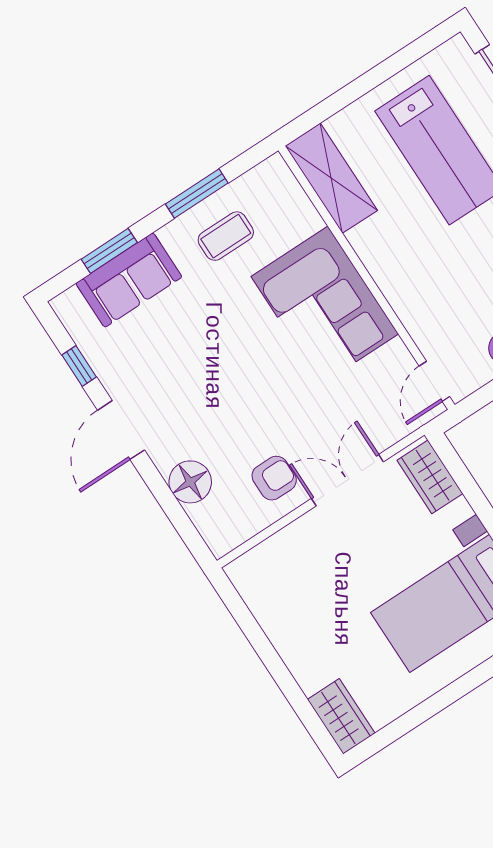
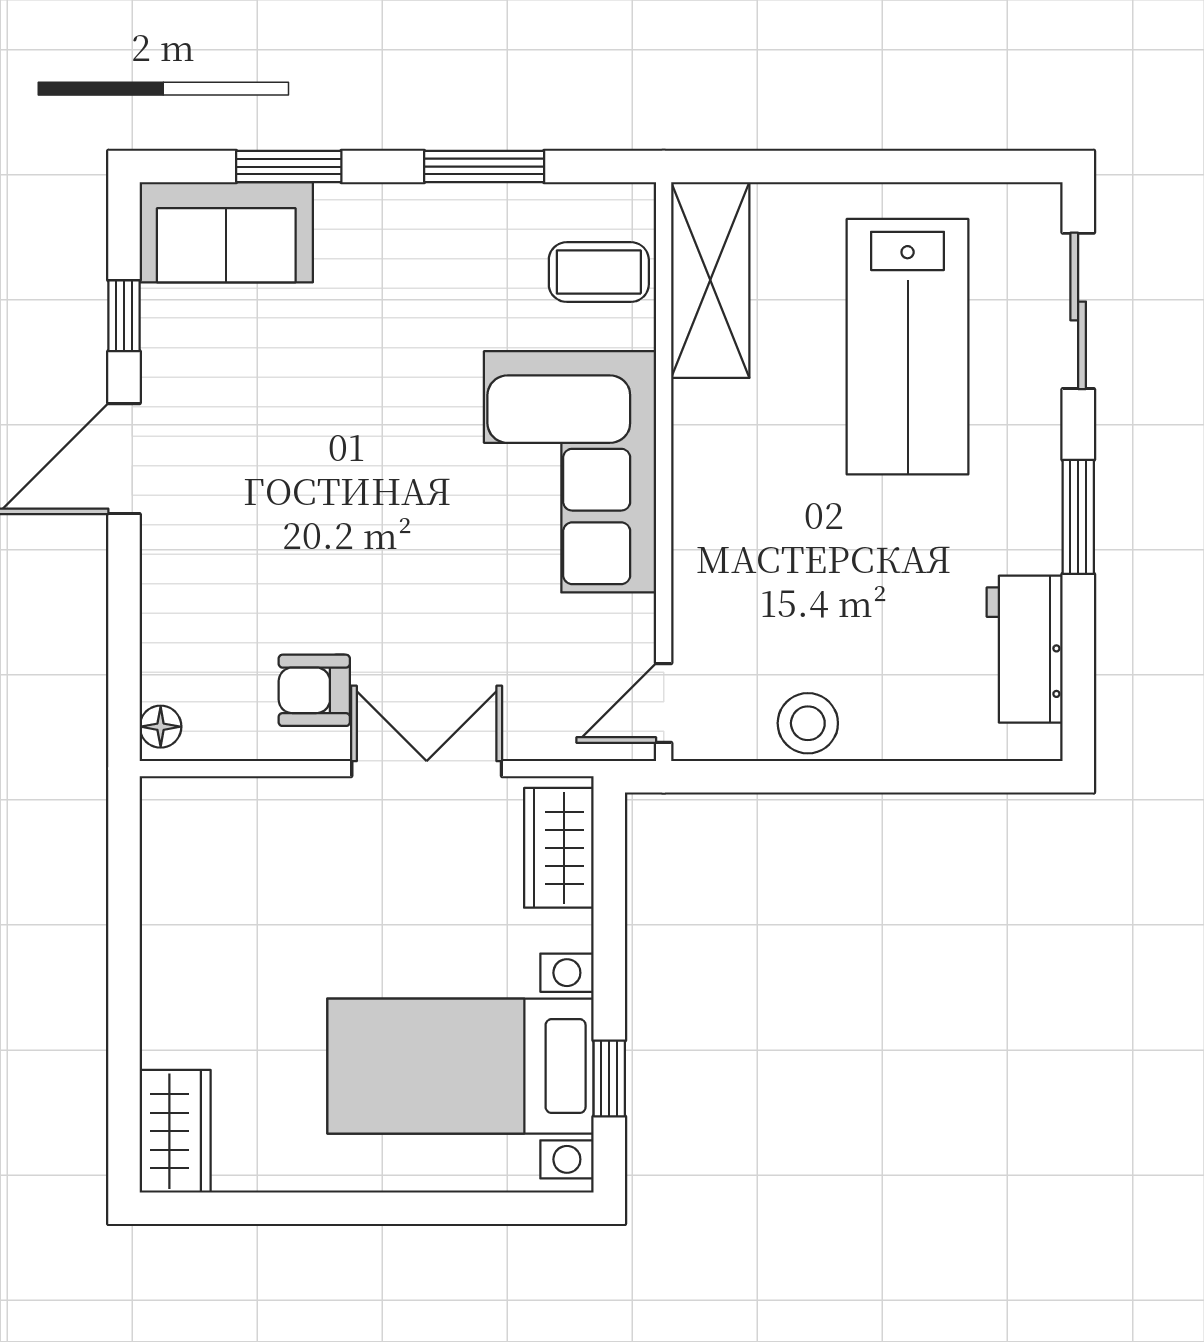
coffee table: (226, 236) -> (599, 272), moved
sofa: (129, 280) -> (226, 232), moved
armchair: (274, 478) -> (314, 690), turned 180
floor lamp: (190, 482) -> (161, 727), moved, width x0.53, depth x0.53

